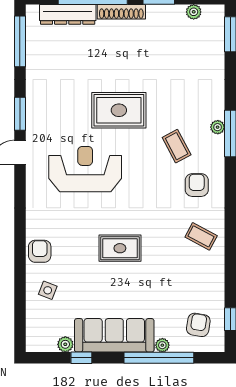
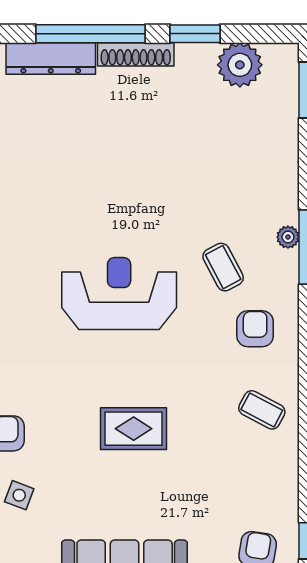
plant: (194, 12) -> (240, 65), width x1.88, depth x1.88
rug: (119, 110) -> (132, 210), removed
reception desk: (85, 169) -> (119, 293), moved

